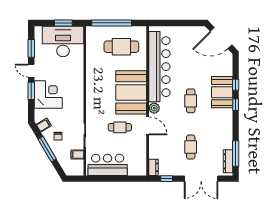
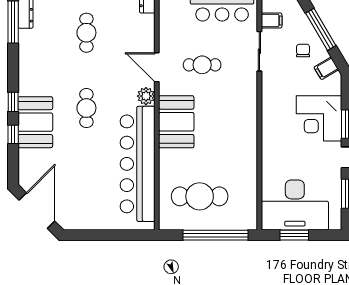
door: (221, 38) -> (37, 211), hinge flipped
booth: (131, 92) -> (176, 122), width x0.73, depth x0.70

